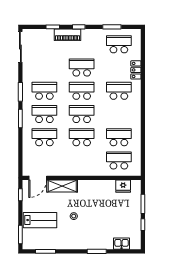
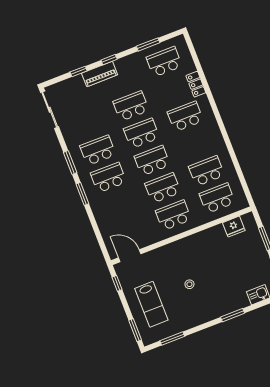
school desk: (44, 137) -> (173, 215), moved
door: (38, 178) -> (130, 256), swing flipped
shelving: (62, 186) -> (162, 254), removed
lab bench: (40, 220) -> (151, 304), turned 90

